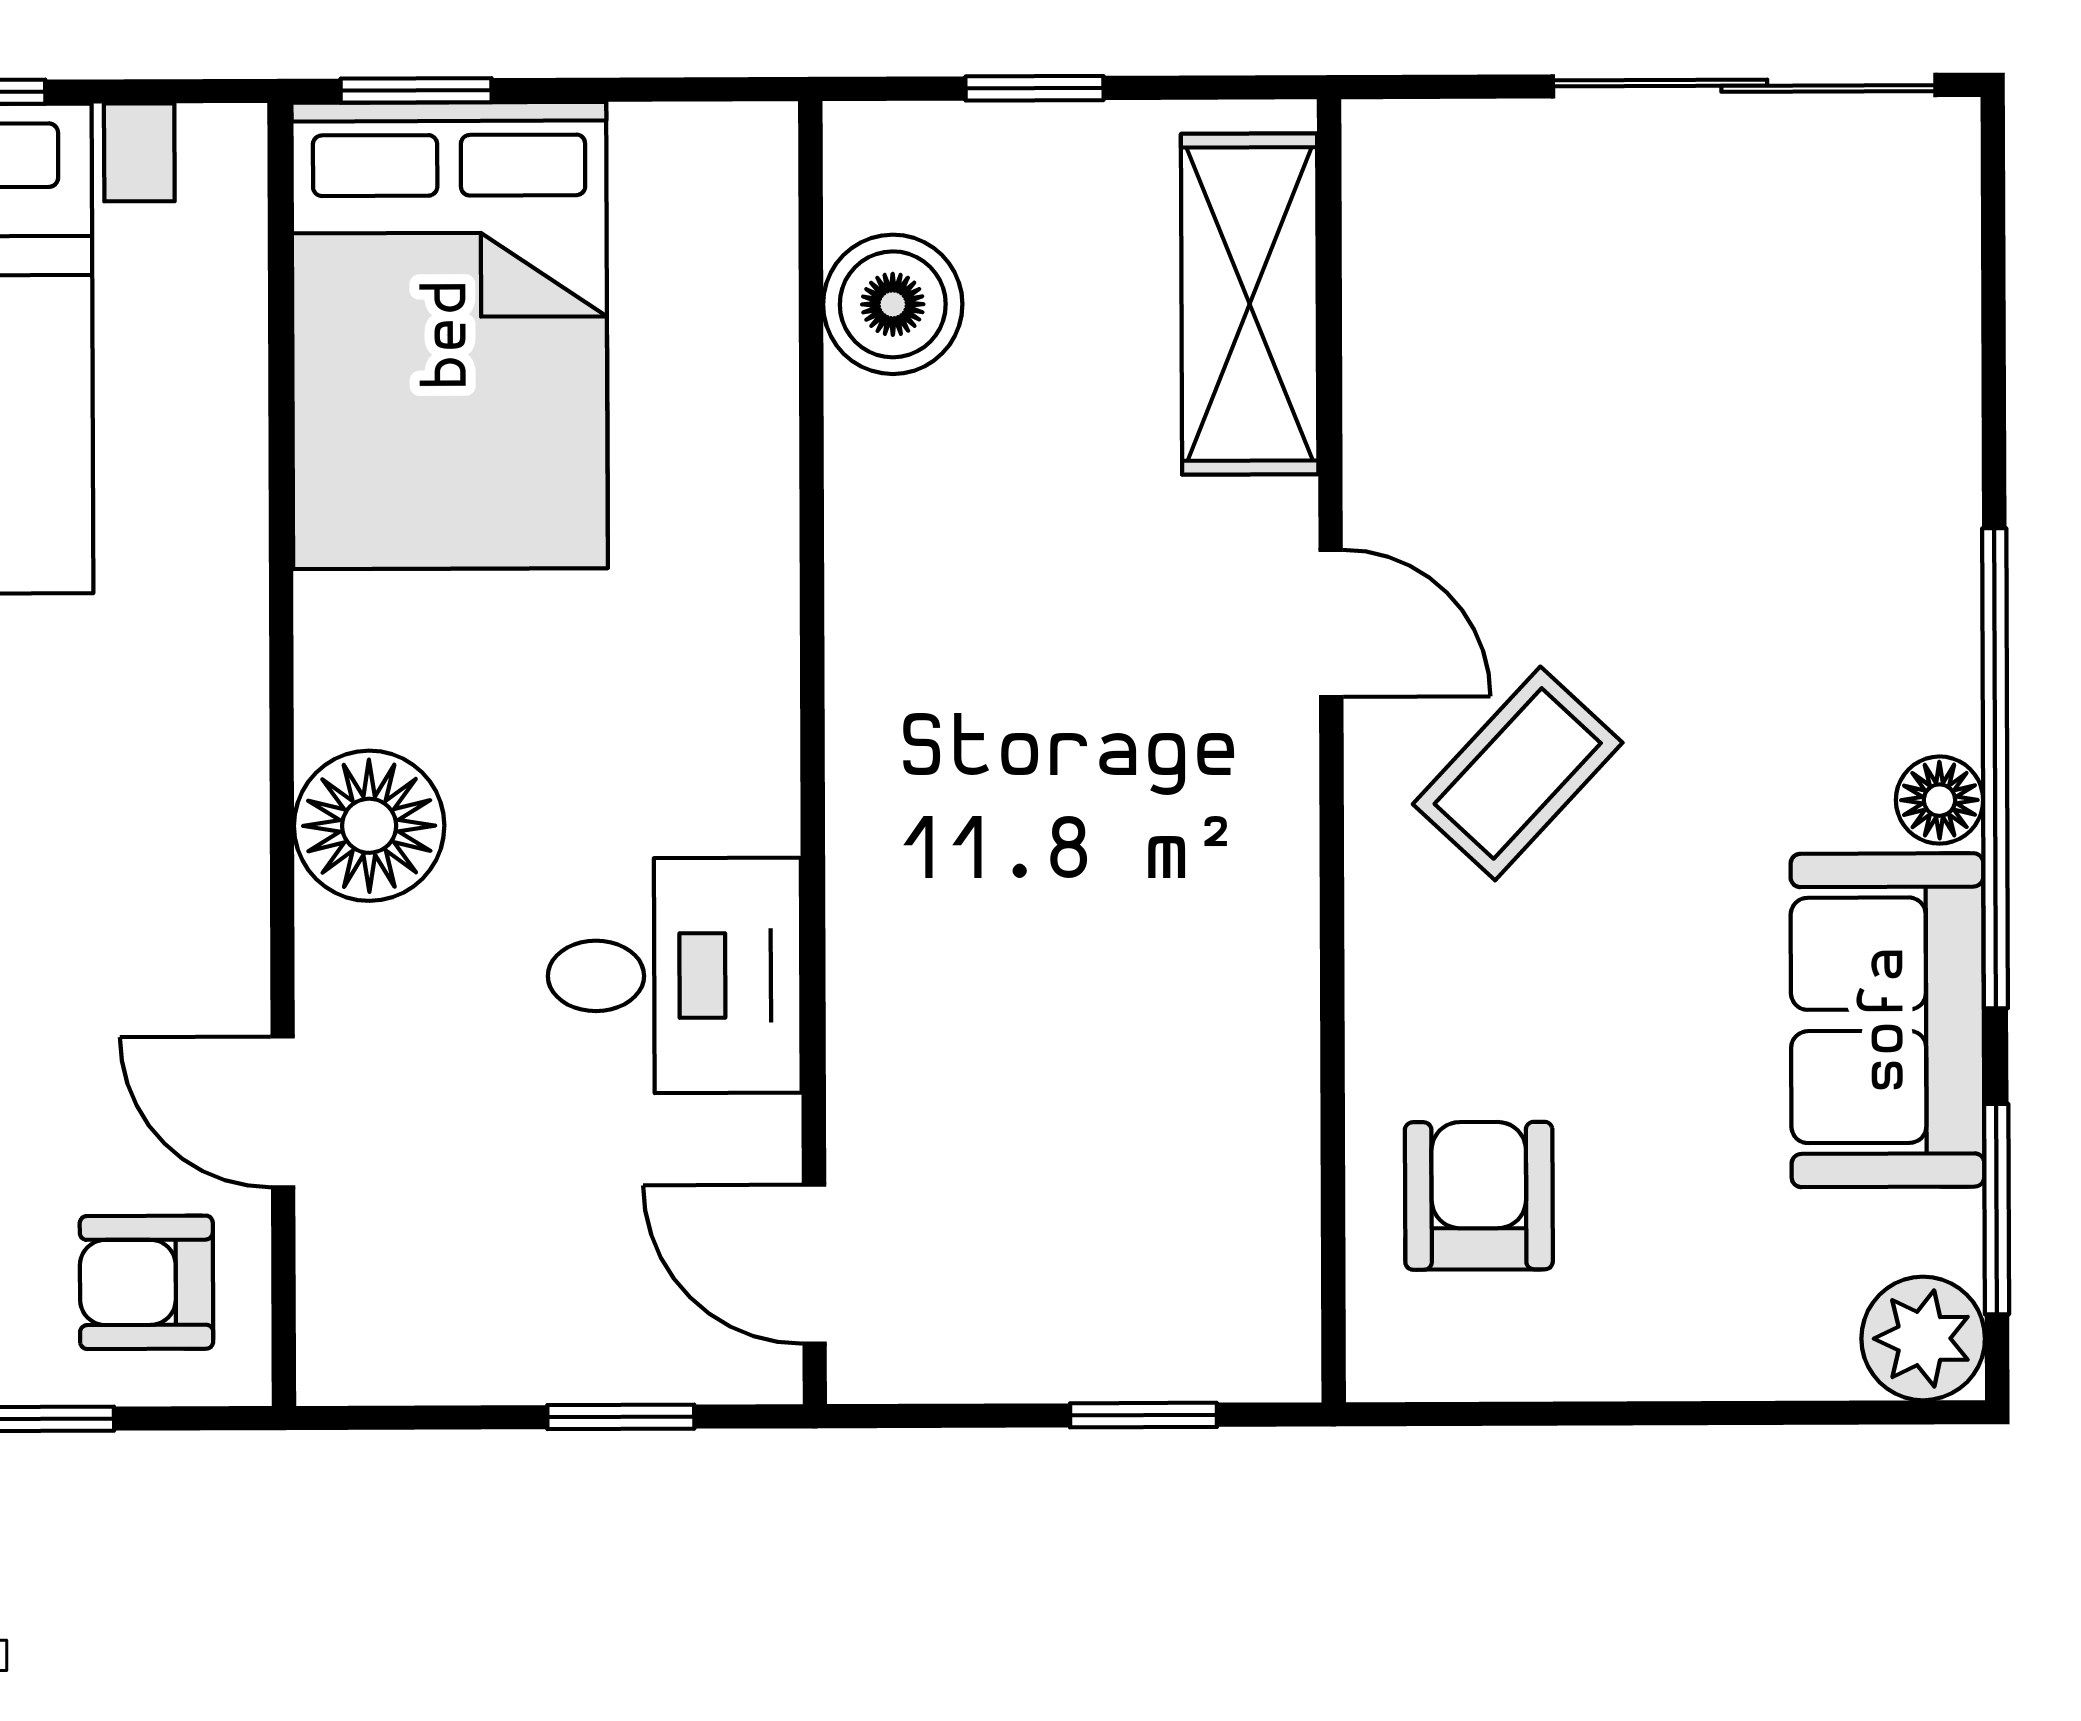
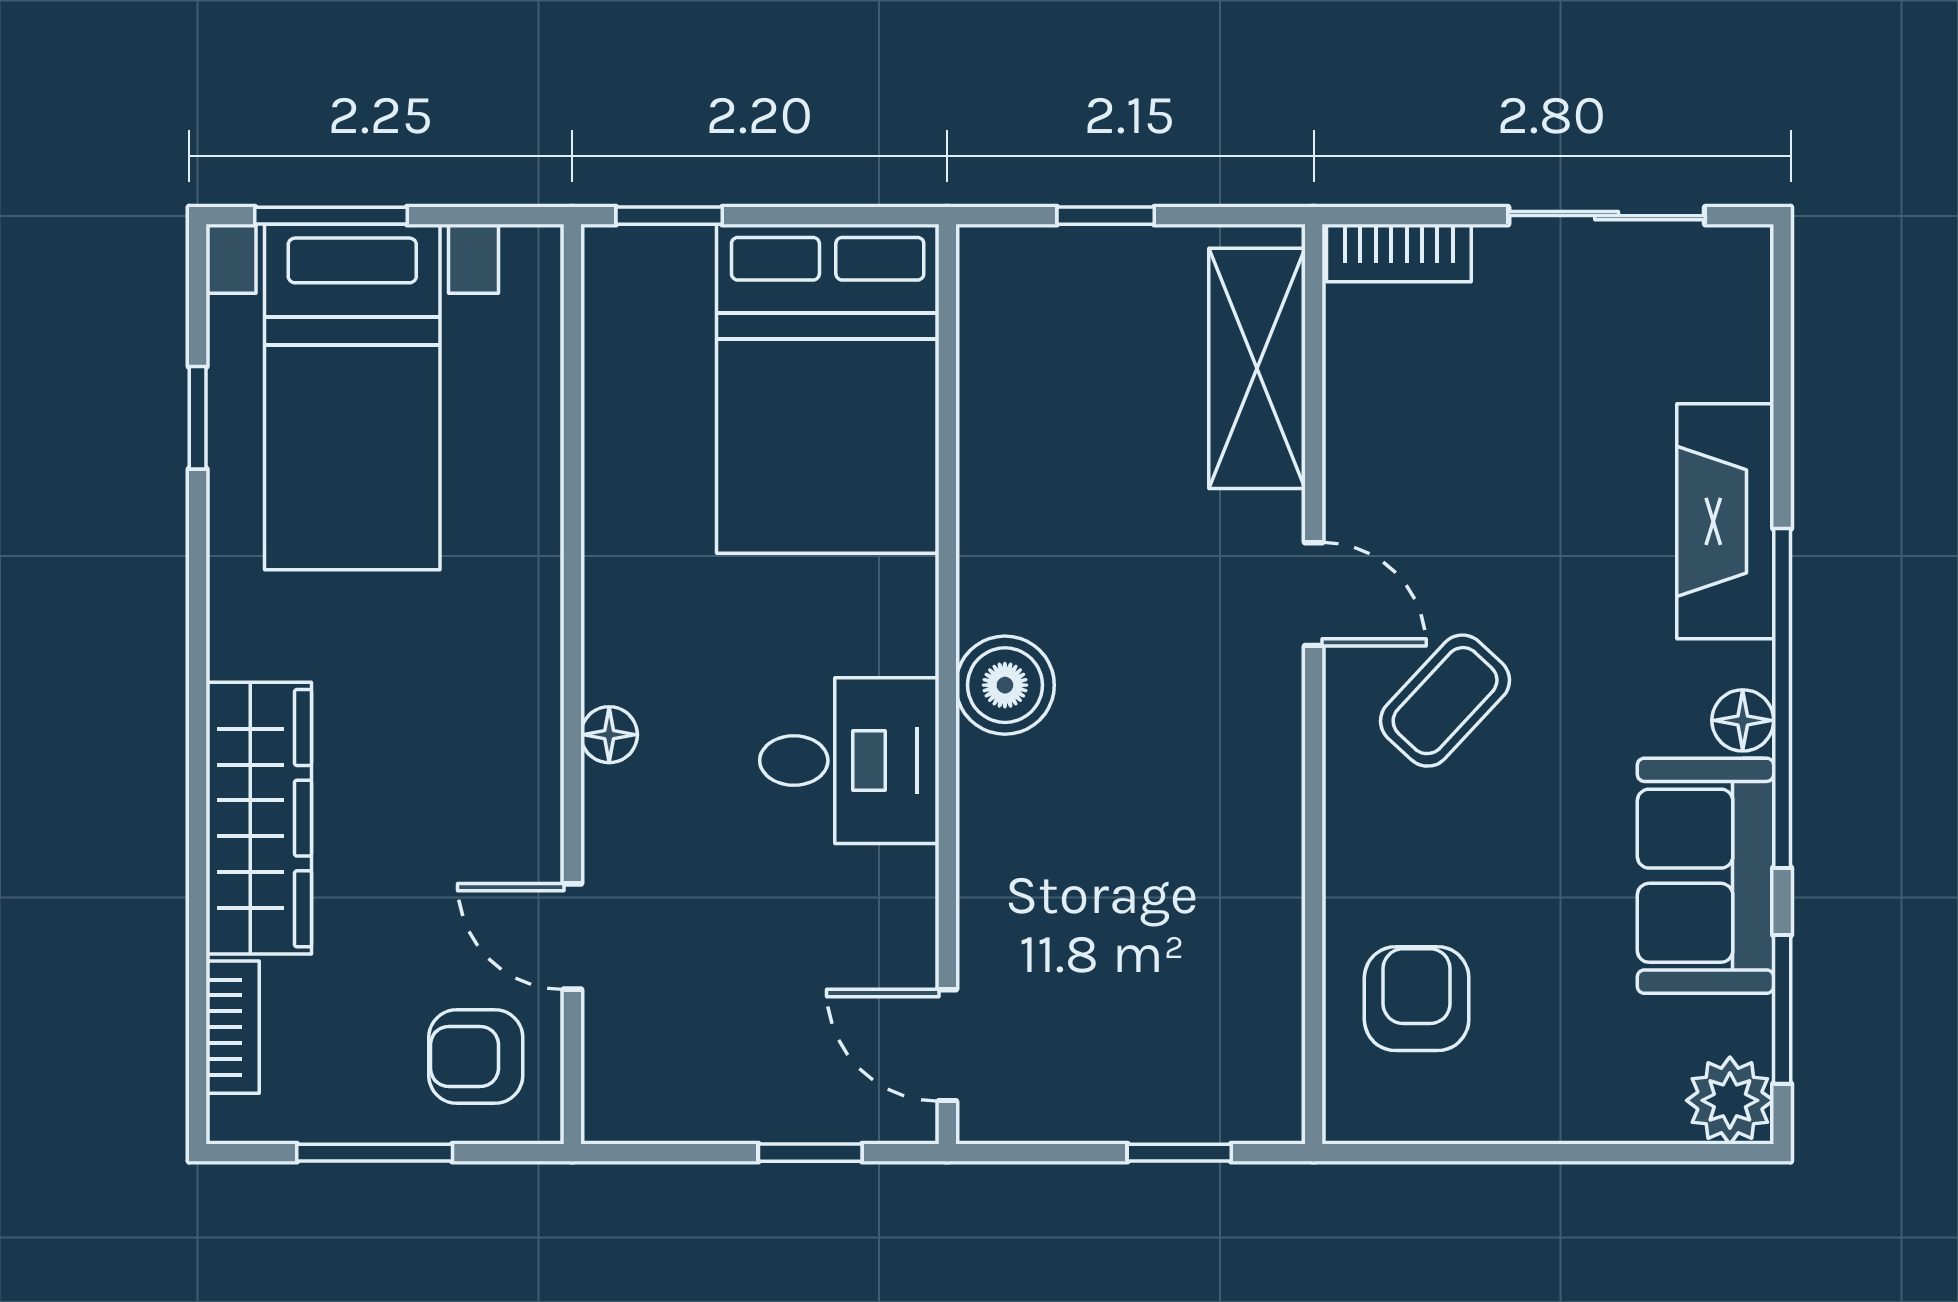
sliding door: (1744, 86) -> (1607, 216), width x0.73
bookcase: (1450, 140) -> (1399, 253), added
boiler: (893, 304) -> (1005, 685), moved
bed: (450, 335) -> (828, 389), moved
fireplace: (1914, 518) -> (1725, 521), added
floor lamp: (369, 826) -> (609, 735), width x0.53, depth x0.53
desk: (675, 976) -> (849, 761), moved

